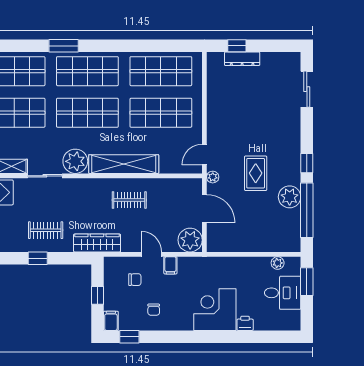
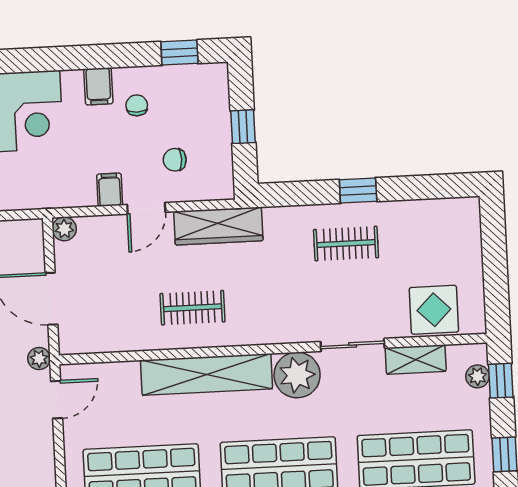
plant: (190, 240) -> (64, 229), width x0.53, depth x0.53
wardrobe: (97, 243) -> (218, 226), moved
door: (151, 254) -> (146, 208), hinge flipped
filing cabinet: (111, 321) -> (98, 86), moved

